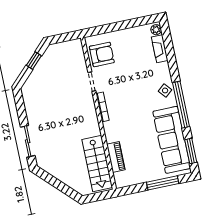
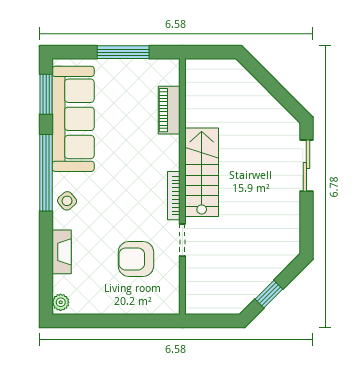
fireplace: (160, 49) -> (62, 252), moved
armchair: (102, 54) -> (136, 259), moved
stairs: (97, 164) -> (202, 172), moved
window: (163, 183) -> (123, 52), moved

